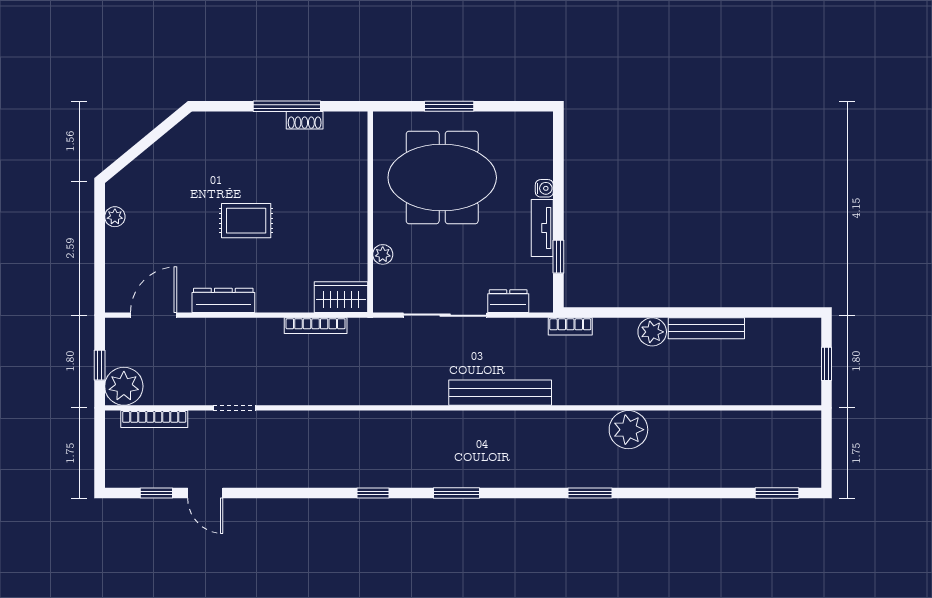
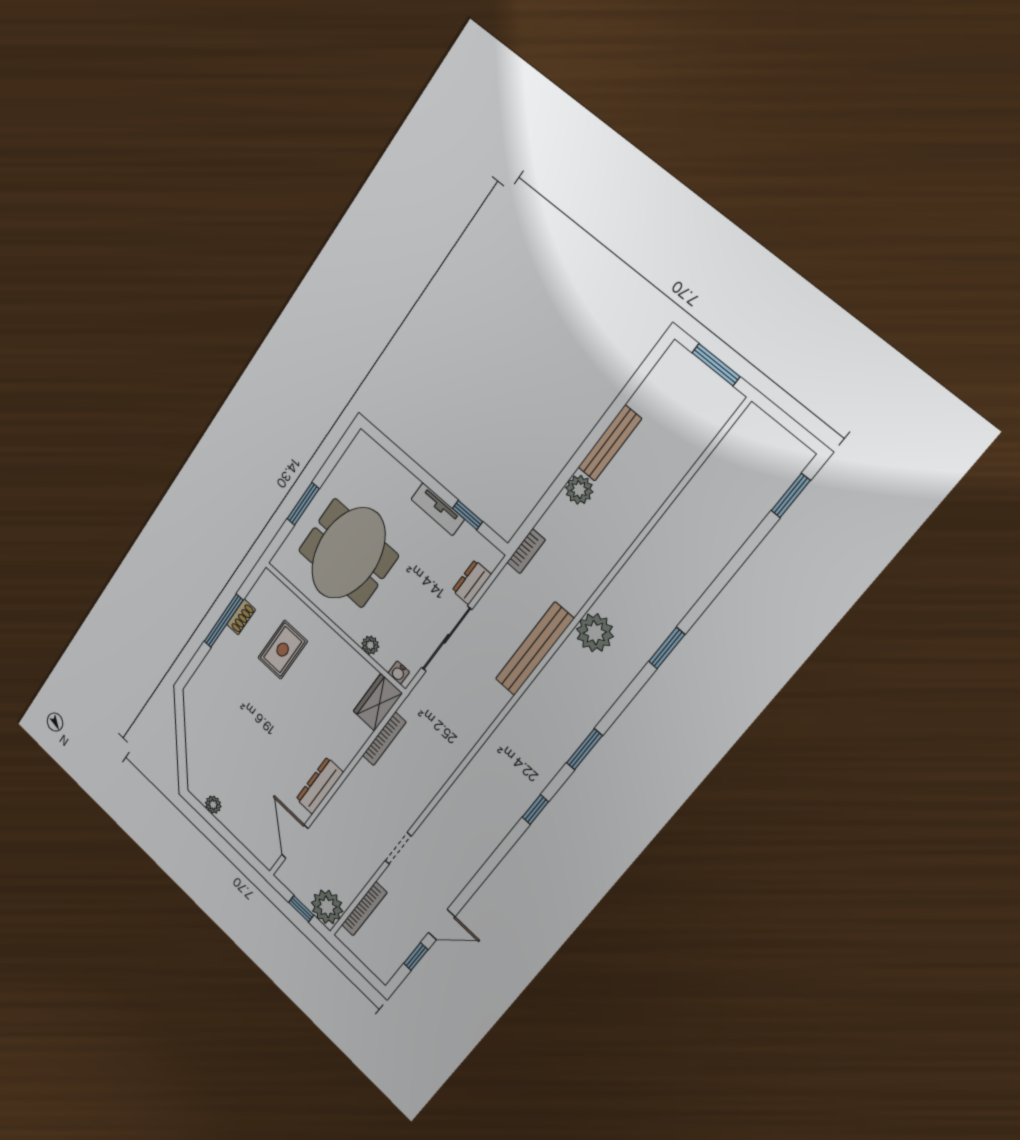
water cooler: (544, 188) -> (399, 673), moved, turned 180
rug: (246, 221) -> (283, 650), moved
window: (826, 364) -> (716, 365), width x1.50
plant: (628, 430) -> (595, 633), moved

